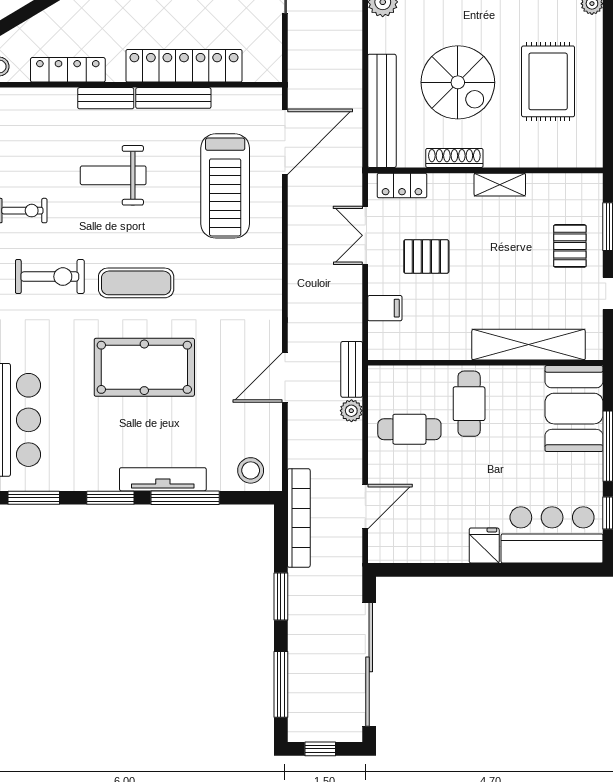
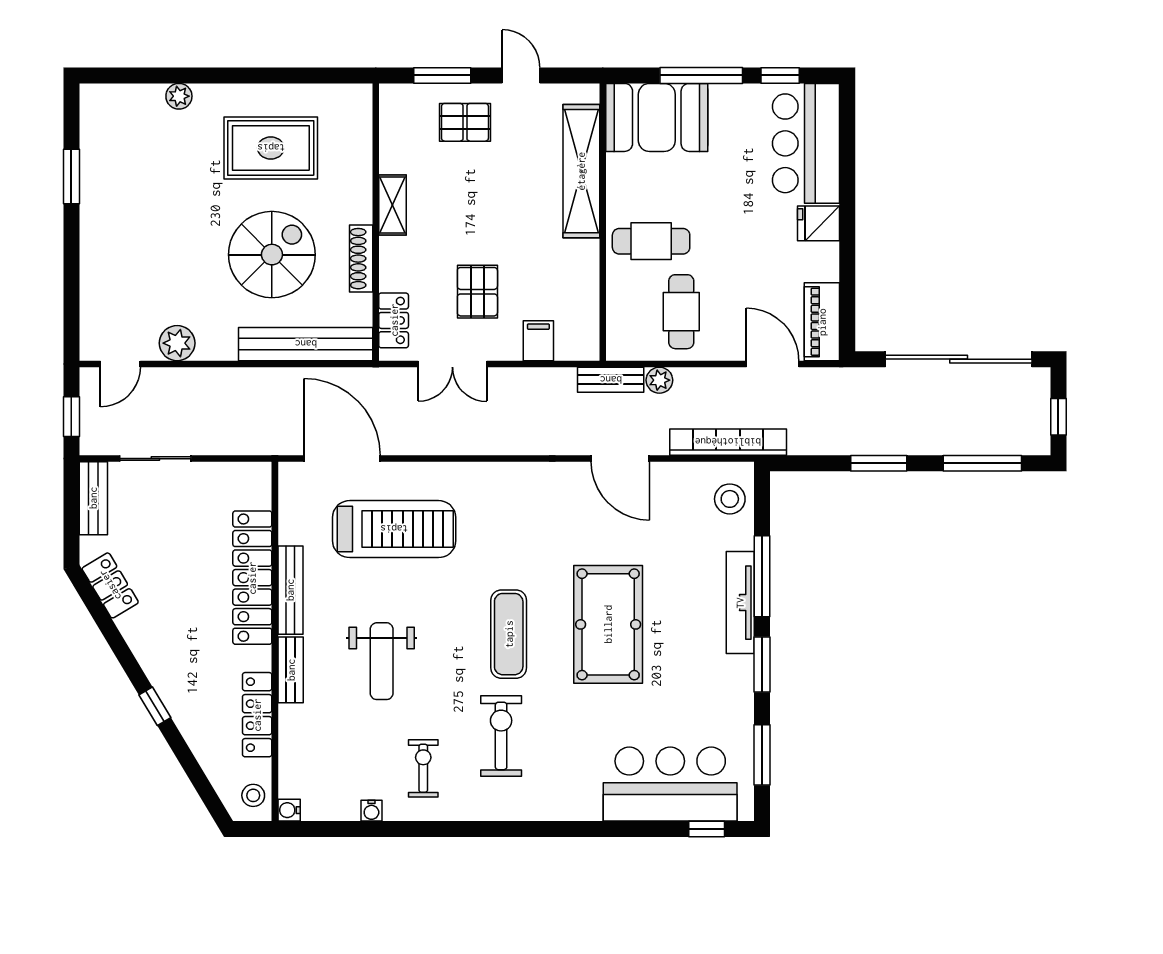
bookcase: (299, 518) -> (728, 442), moved
piano: (401, 548) -> (822, 322), added

